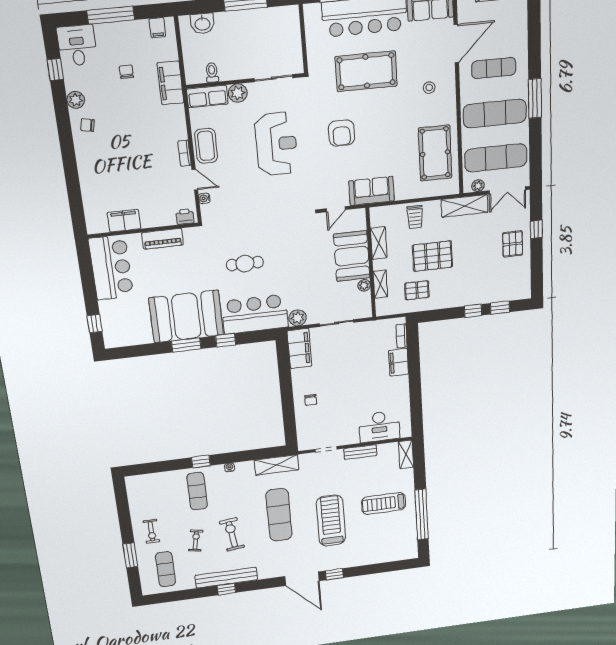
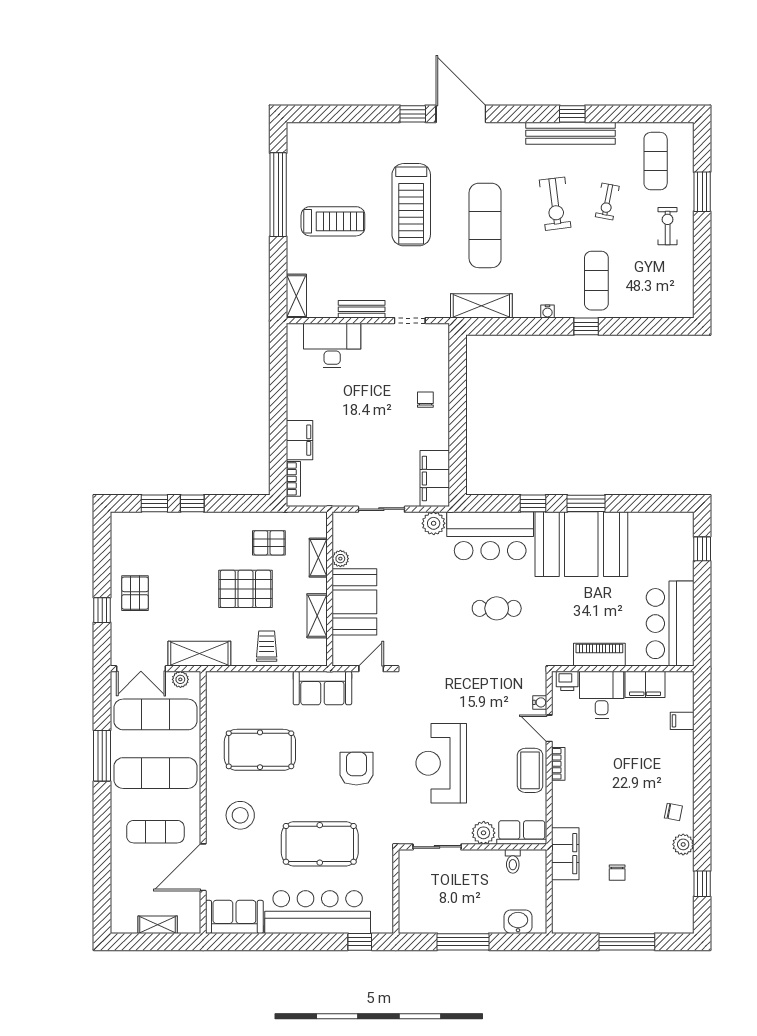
filing cabinet: (157, 28) -> (682, 721), moved, turned -90
desk: (77, 45) -> (602, 695), moved, turned 180
stool: (429, 88) -> (240, 815), width x1.89, depth x1.89
window: (535, 98) -> (102, 756), moved
pool table: (435, 153) -> (260, 750), moved, turned 90
double door: (507, 190) -> (141, 669), swing flipped

